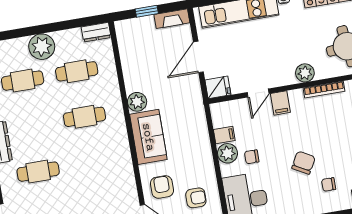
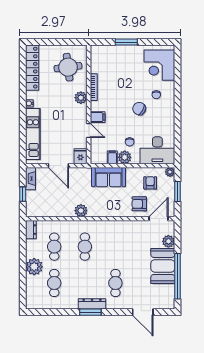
sofa: (148, 137) -> (109, 177), moved, turned 180

